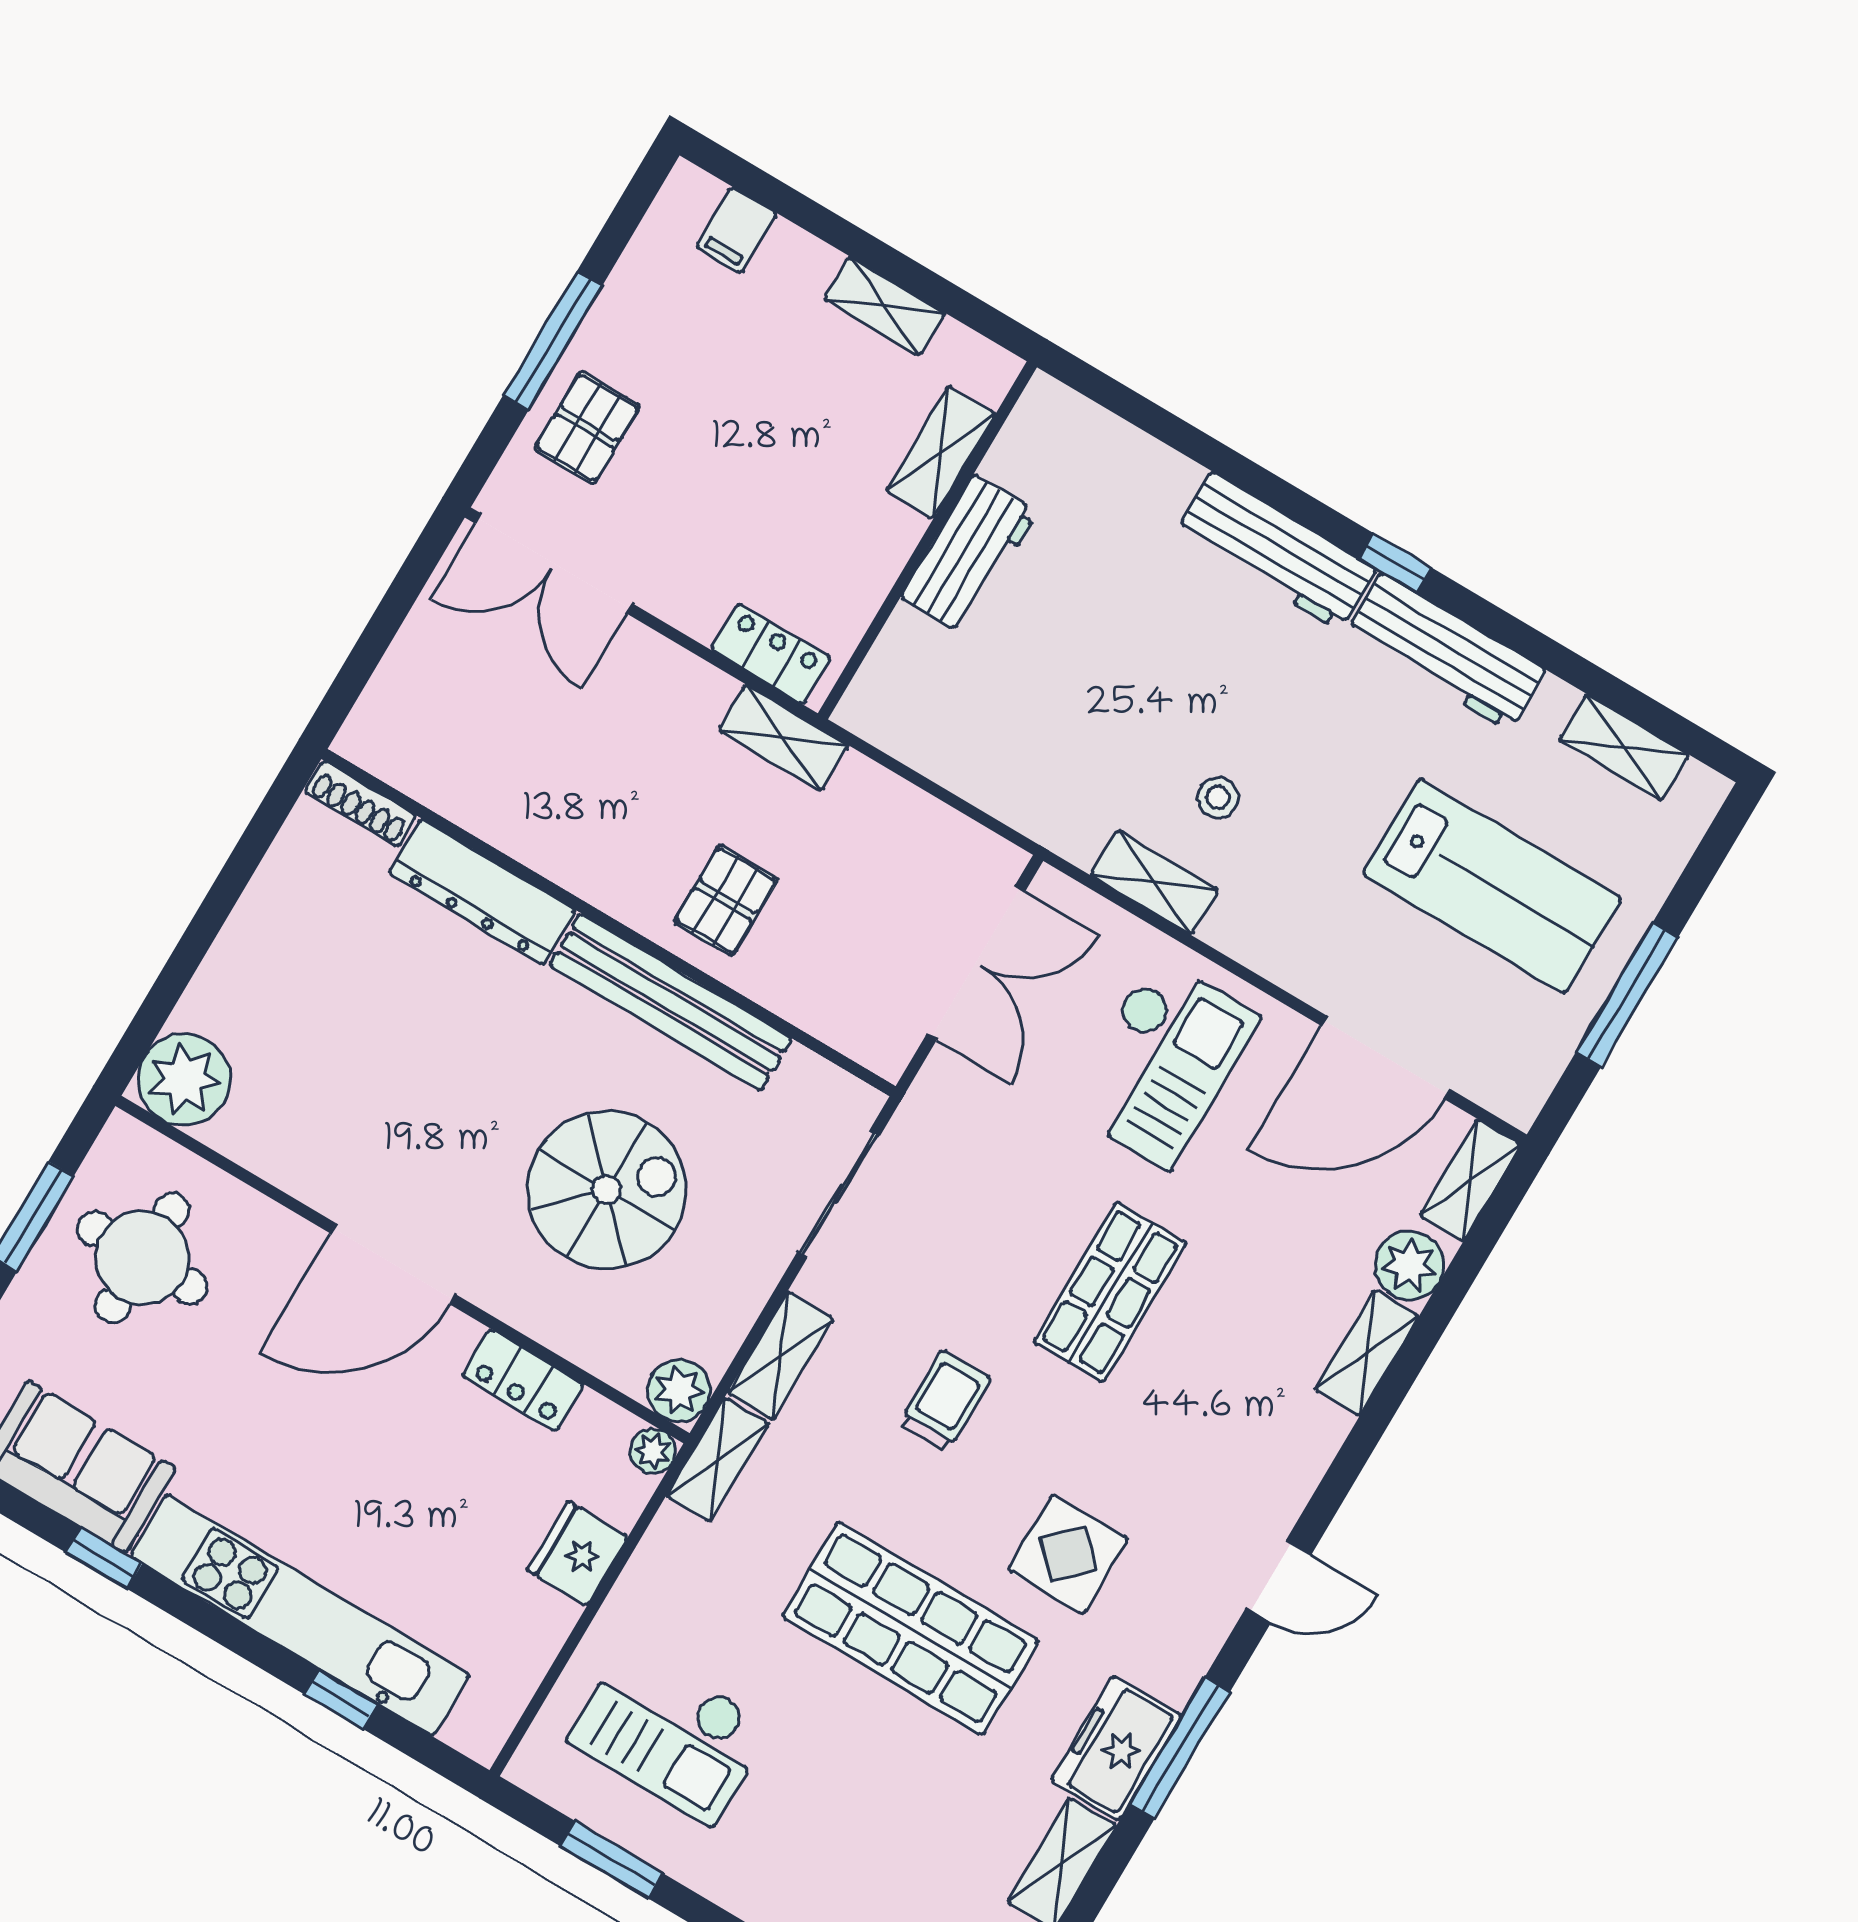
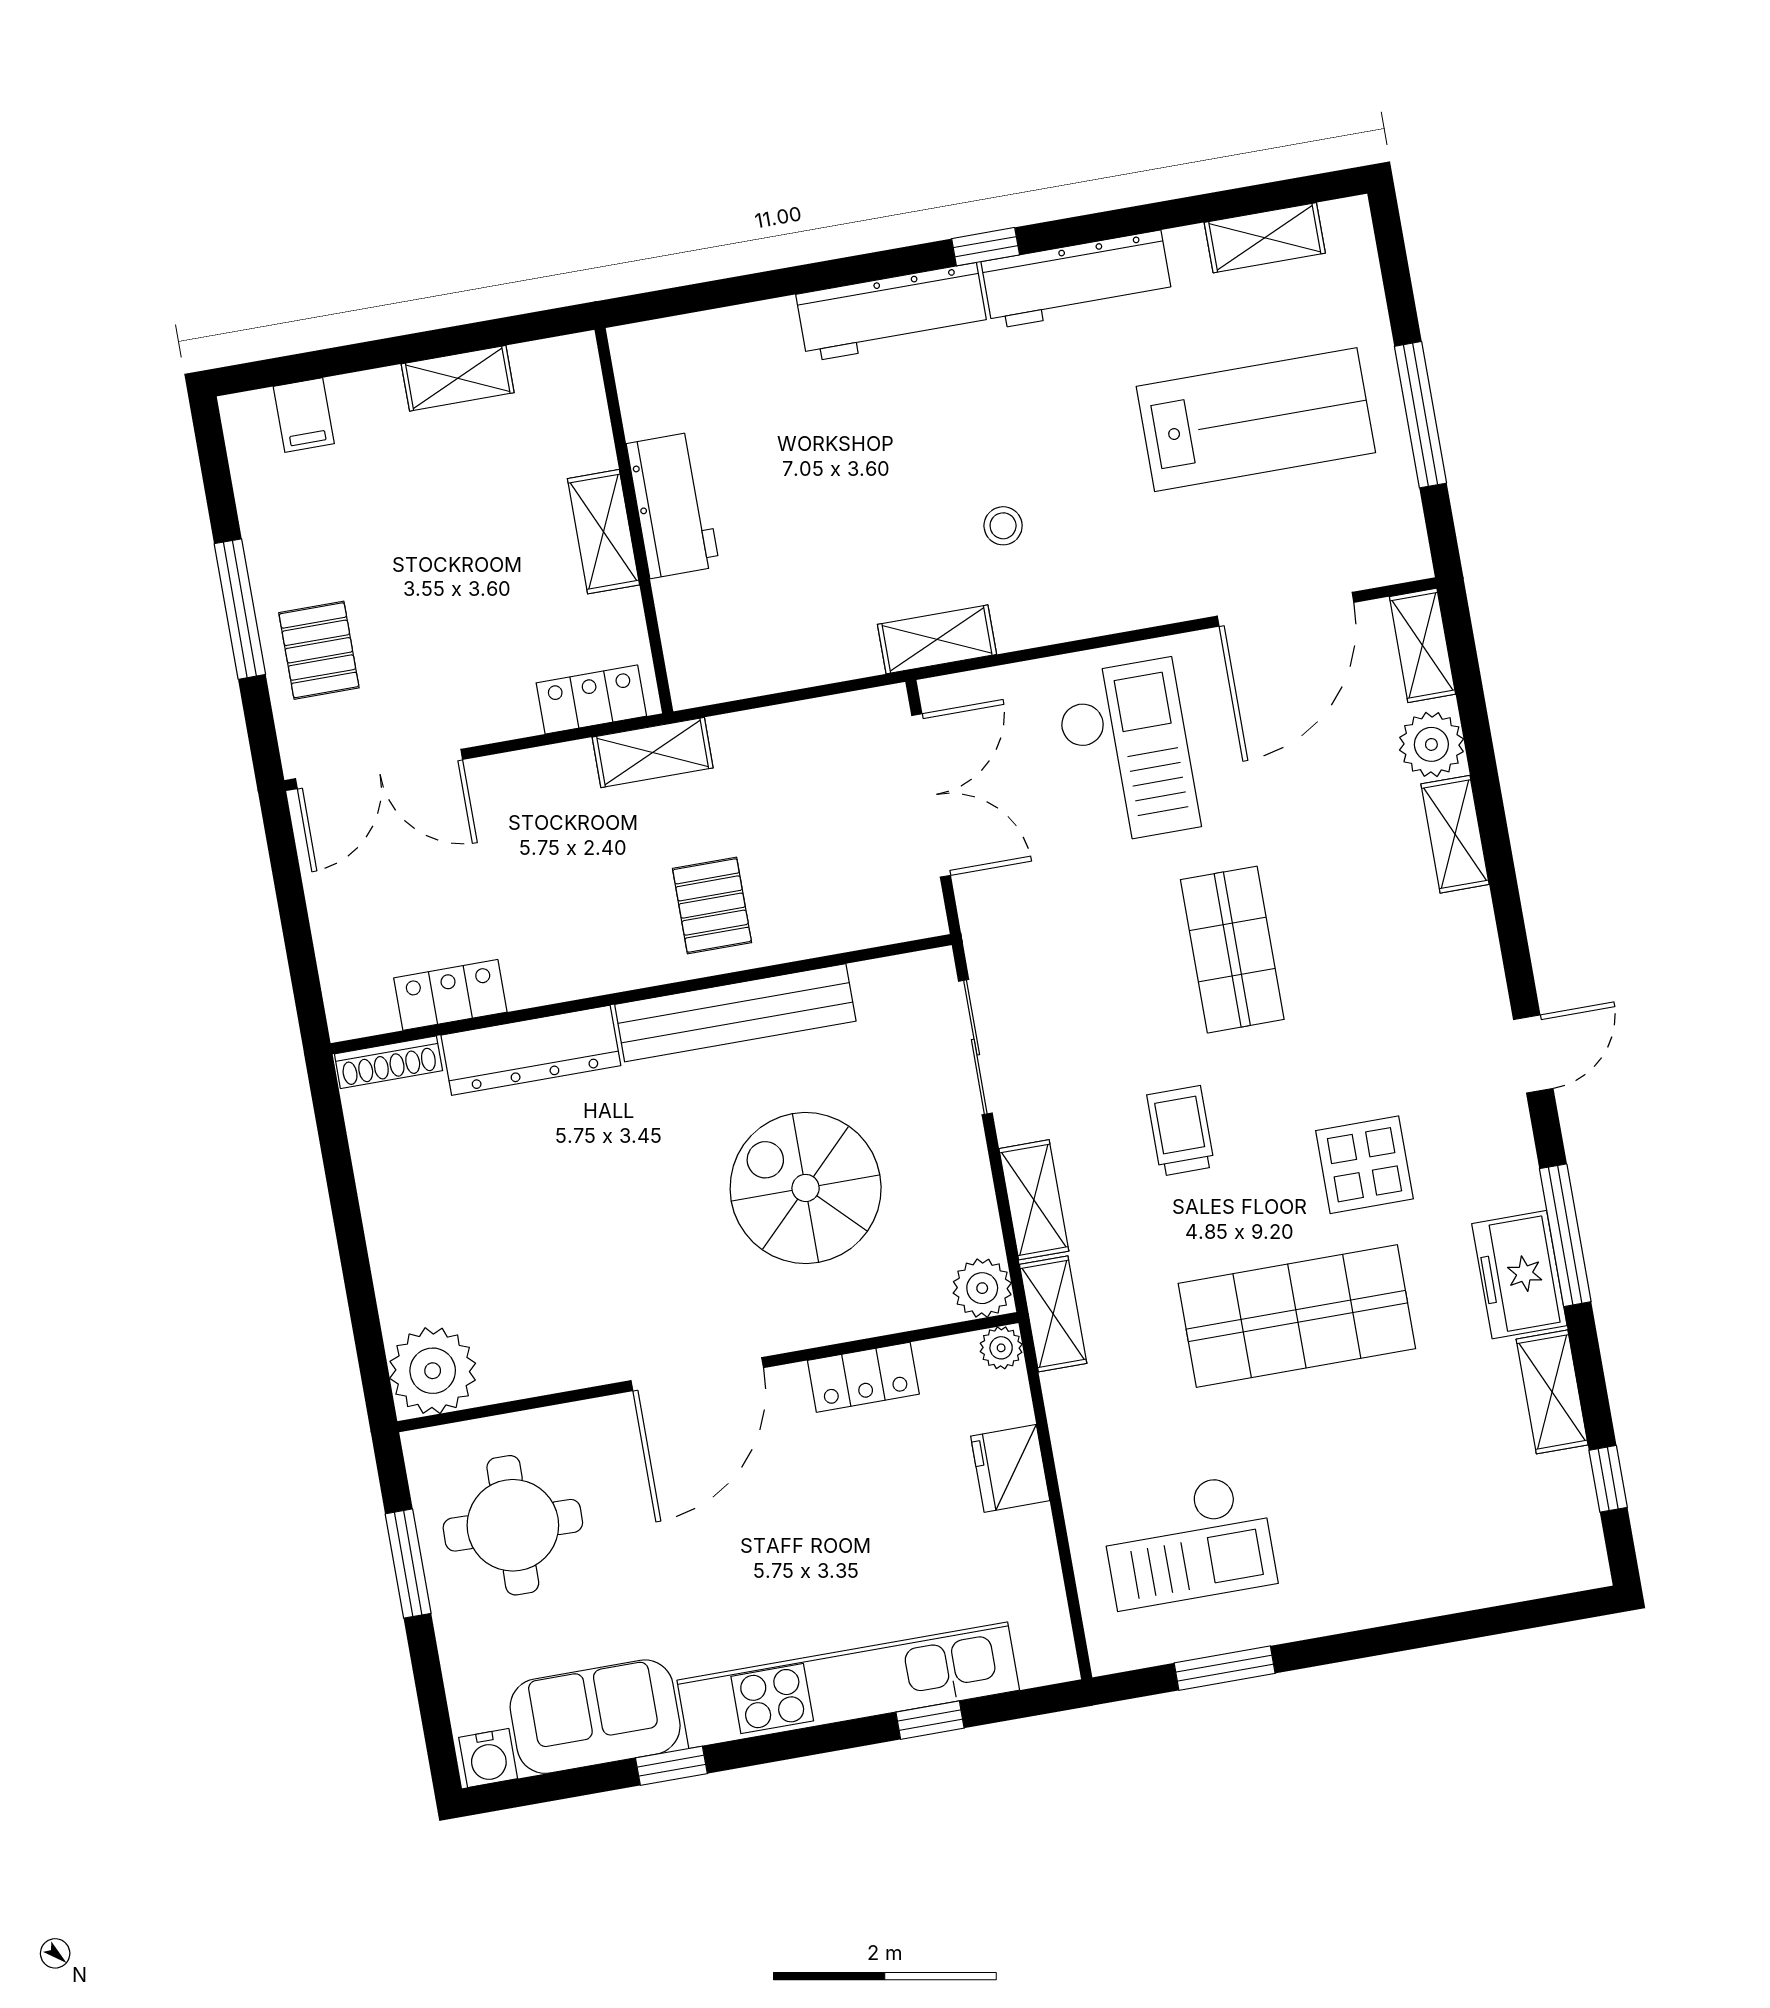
shelving: (940, 452) -> (603, 532), moved
locker: (456, 792) -> (450, 995), added
shelving: (1154, 882) -> (937, 639), moved
spiral stairs: (607, 1190) -> (806, 1188), turned -90

